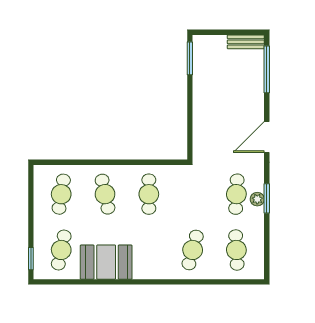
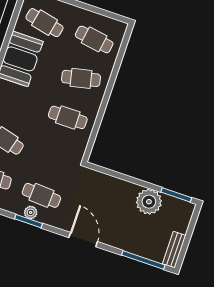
plant: (206, 84) -> (149, 202), added

